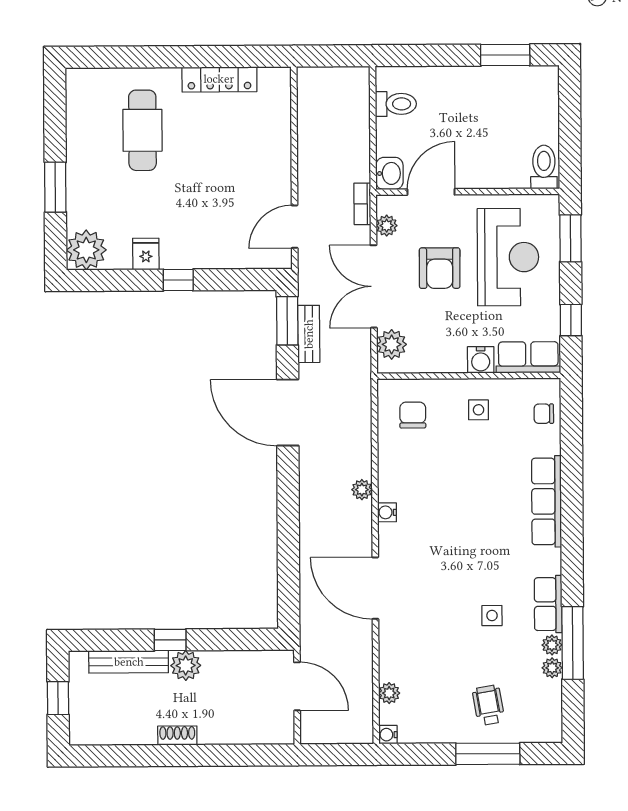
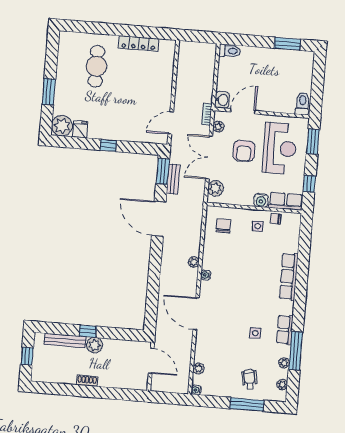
toilet: (396, 104) -> (230, 51), moved
fridge: (146, 254) -> (80, 129), moved
chair: (544, 414) -> (276, 219), moved
plant: (552, 645) -> (282, 385), moved

